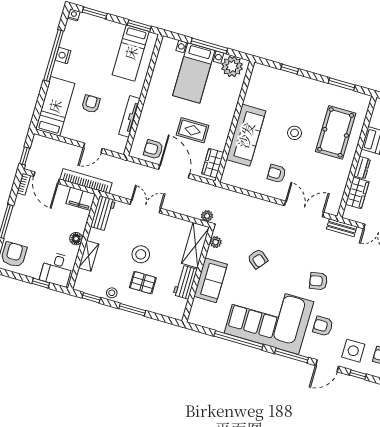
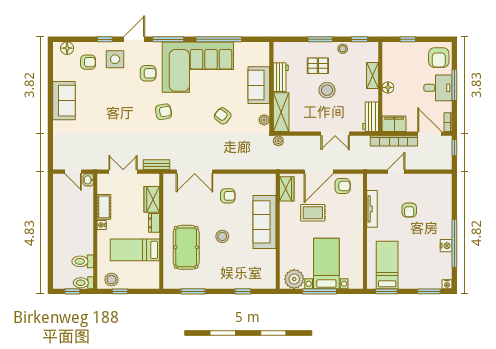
bed: (55, 106) -> (440, 199), removed
door: (174, 172) -> (319, 172), hinge flipped
desk: (57, 269) -> (438, 88), moved, turned 90

